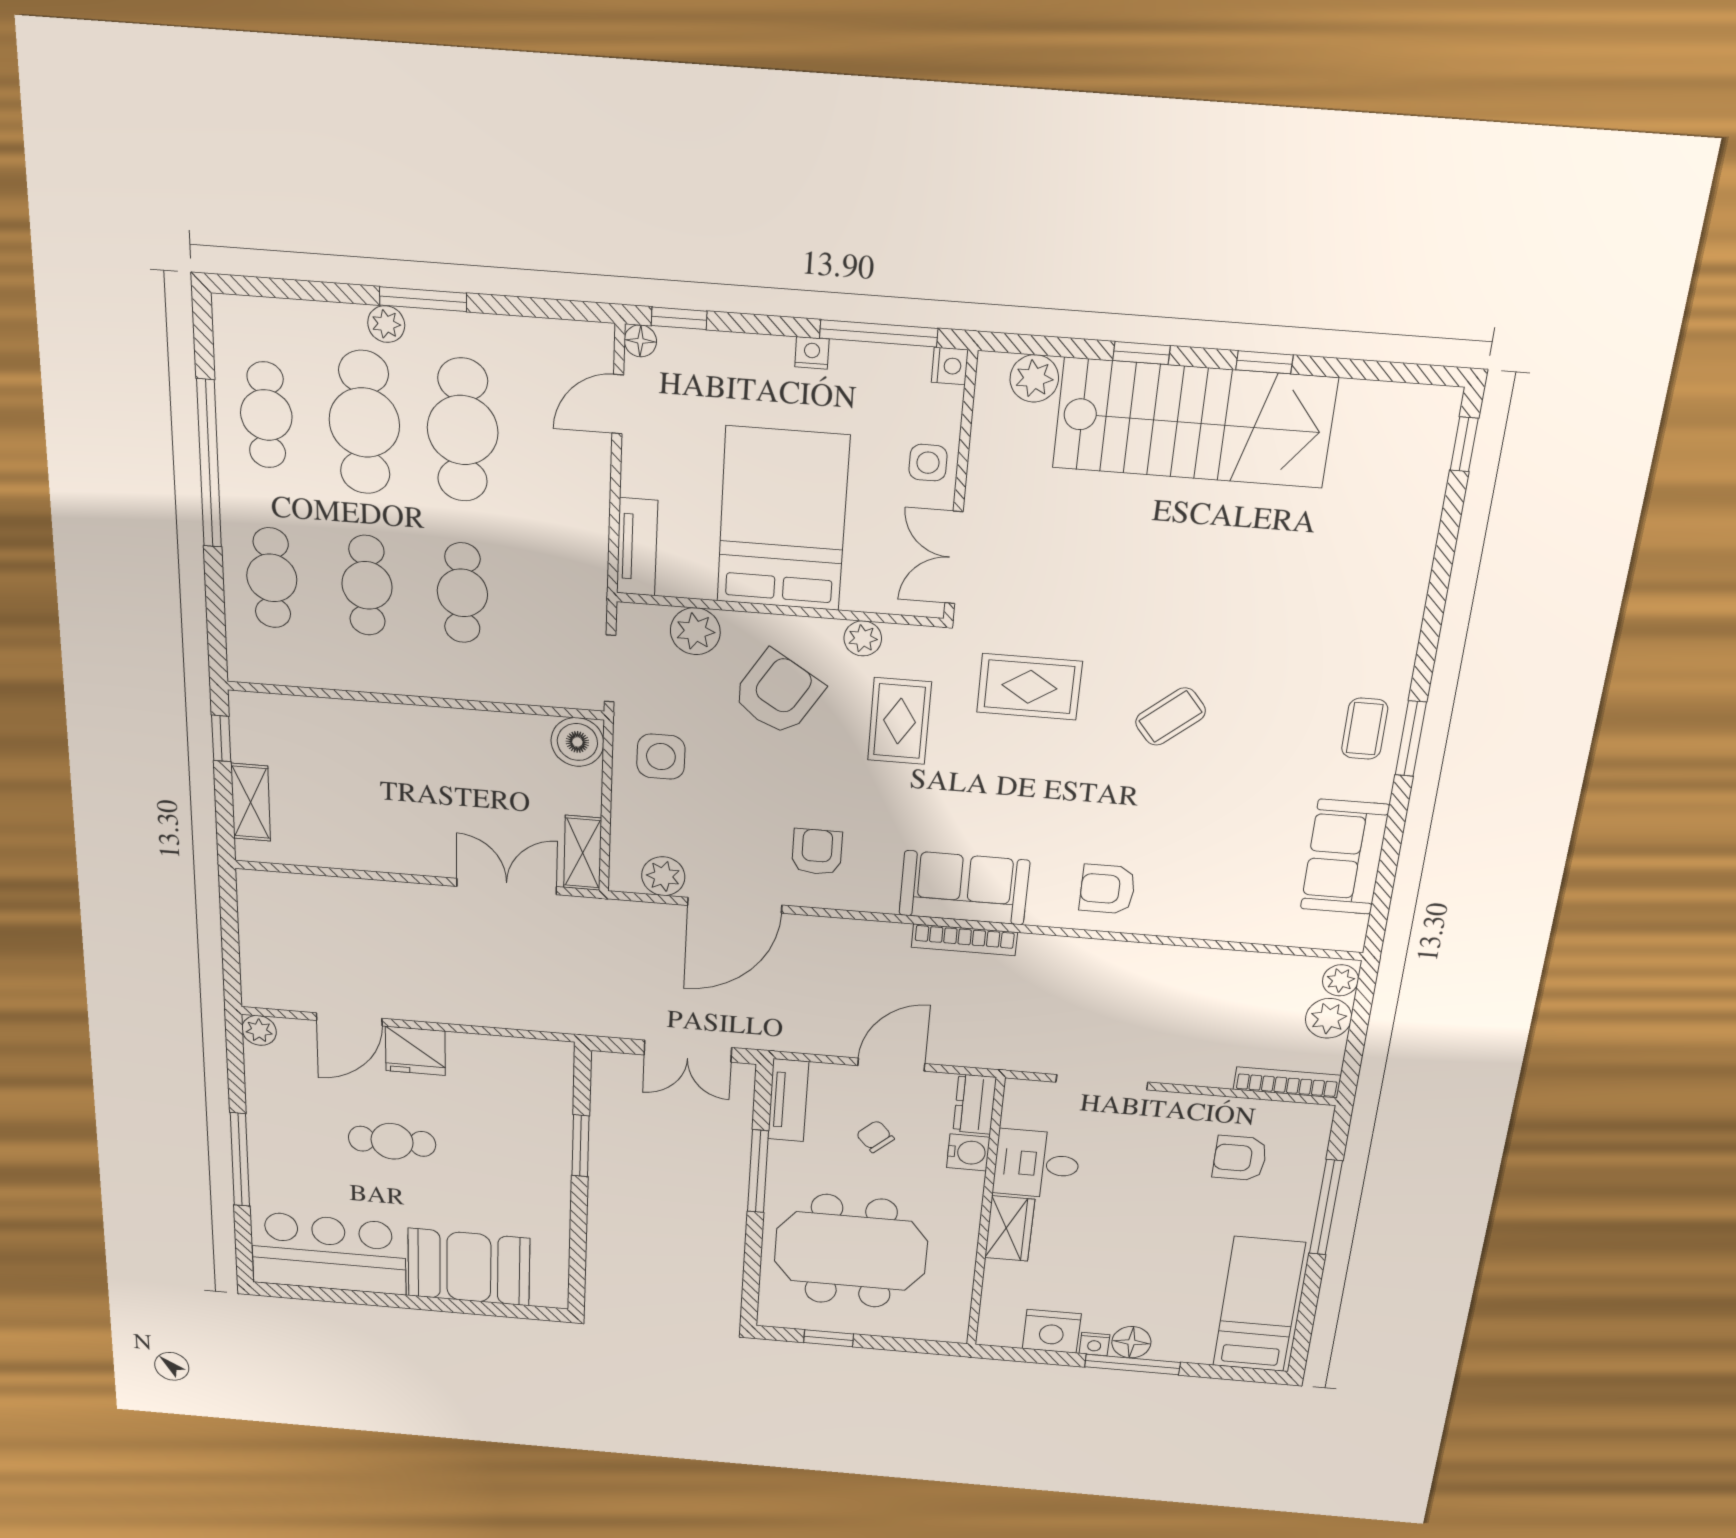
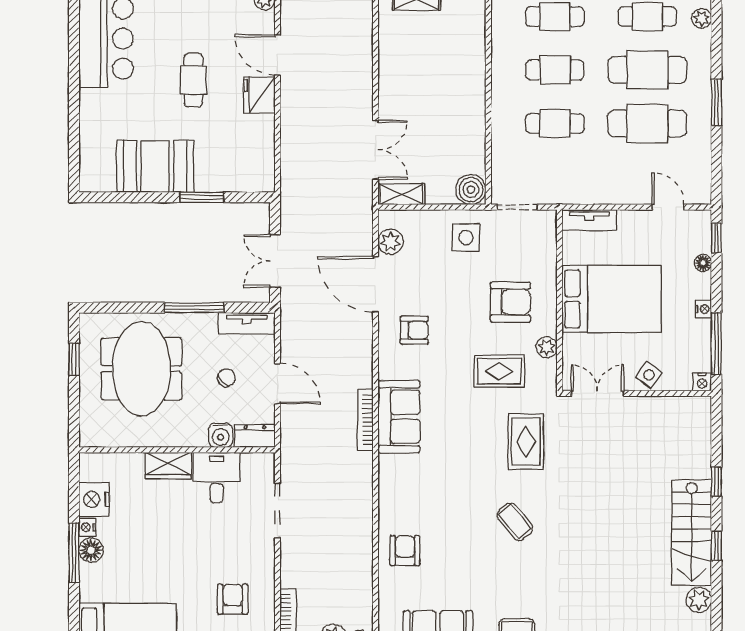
plant: (386, 324) -> (702, 18), moved
floor lamp: (640, 341) -> (703, 263), moved
plant: (1034, 378) -> (699, 600), moved
stairs: (1194, 423) -> (692, 533), width x0.73, depth x0.66
side table: (928, 463) -> (649, 375), turned 35
plant: (695, 631) -> (543, 254), removed
armchair: (778, 693) -> (510, 302), turned -32
armchair: (1107, 889) -> (405, 551), moved
booth: (469, 1267) -> (155, 166), moved, turned 90

